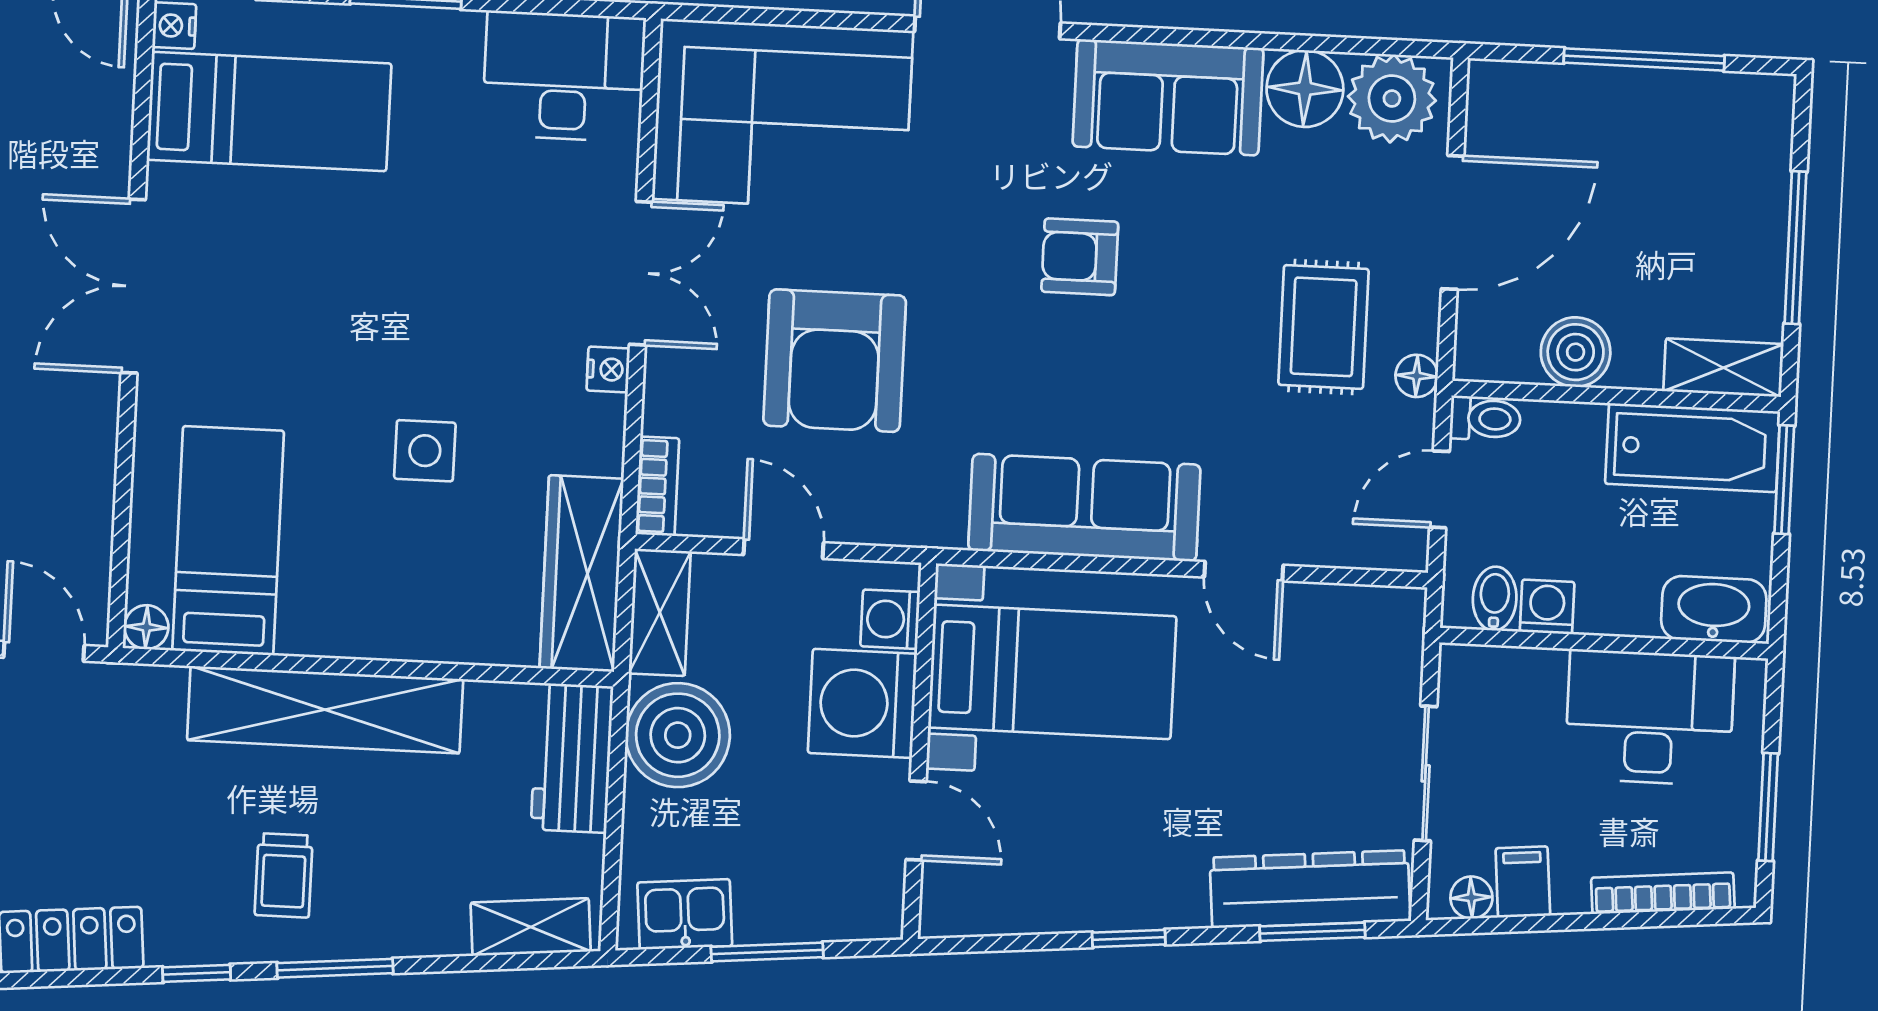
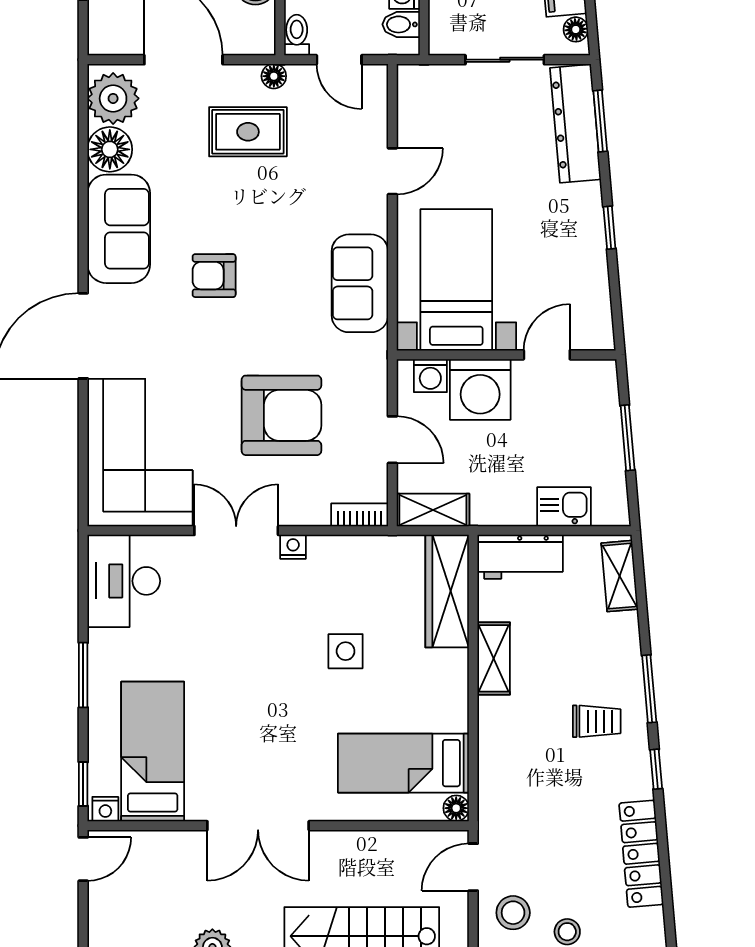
armchair: (1080, 257) -> (214, 276), turned 90
sofa: (1084, 508) -> (360, 283), width x0.73
door: (784, 549) -> (392, 440), swing flipped
wardrobe: (582, 574) -> (447, 591), moved, turned 90
shelving: (325, 710) -> (494, 658), width x0.45, depth x0.75
boiler: (678, 735) -> (504, 496), removed
kitchen sink: (685, 914) -> (564, 507), moved, turned 95

